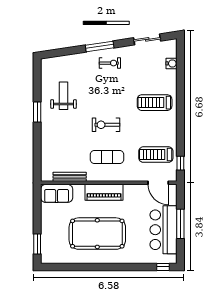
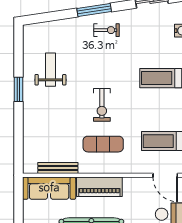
exercise bike: (106, 125) -> (102, 105), turned -90
sofa: (57, 193) -> (49, 188), width x1.36

